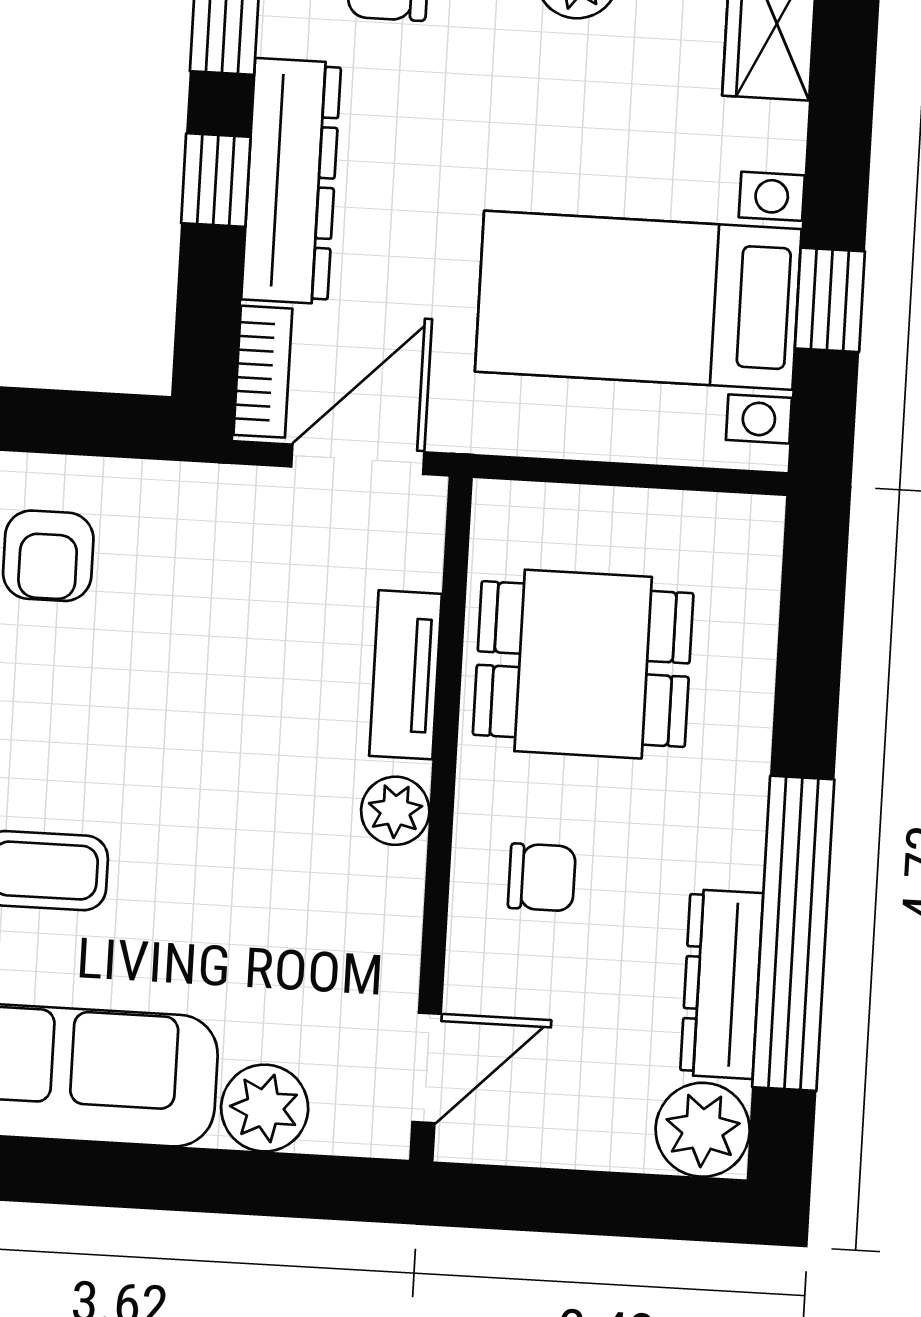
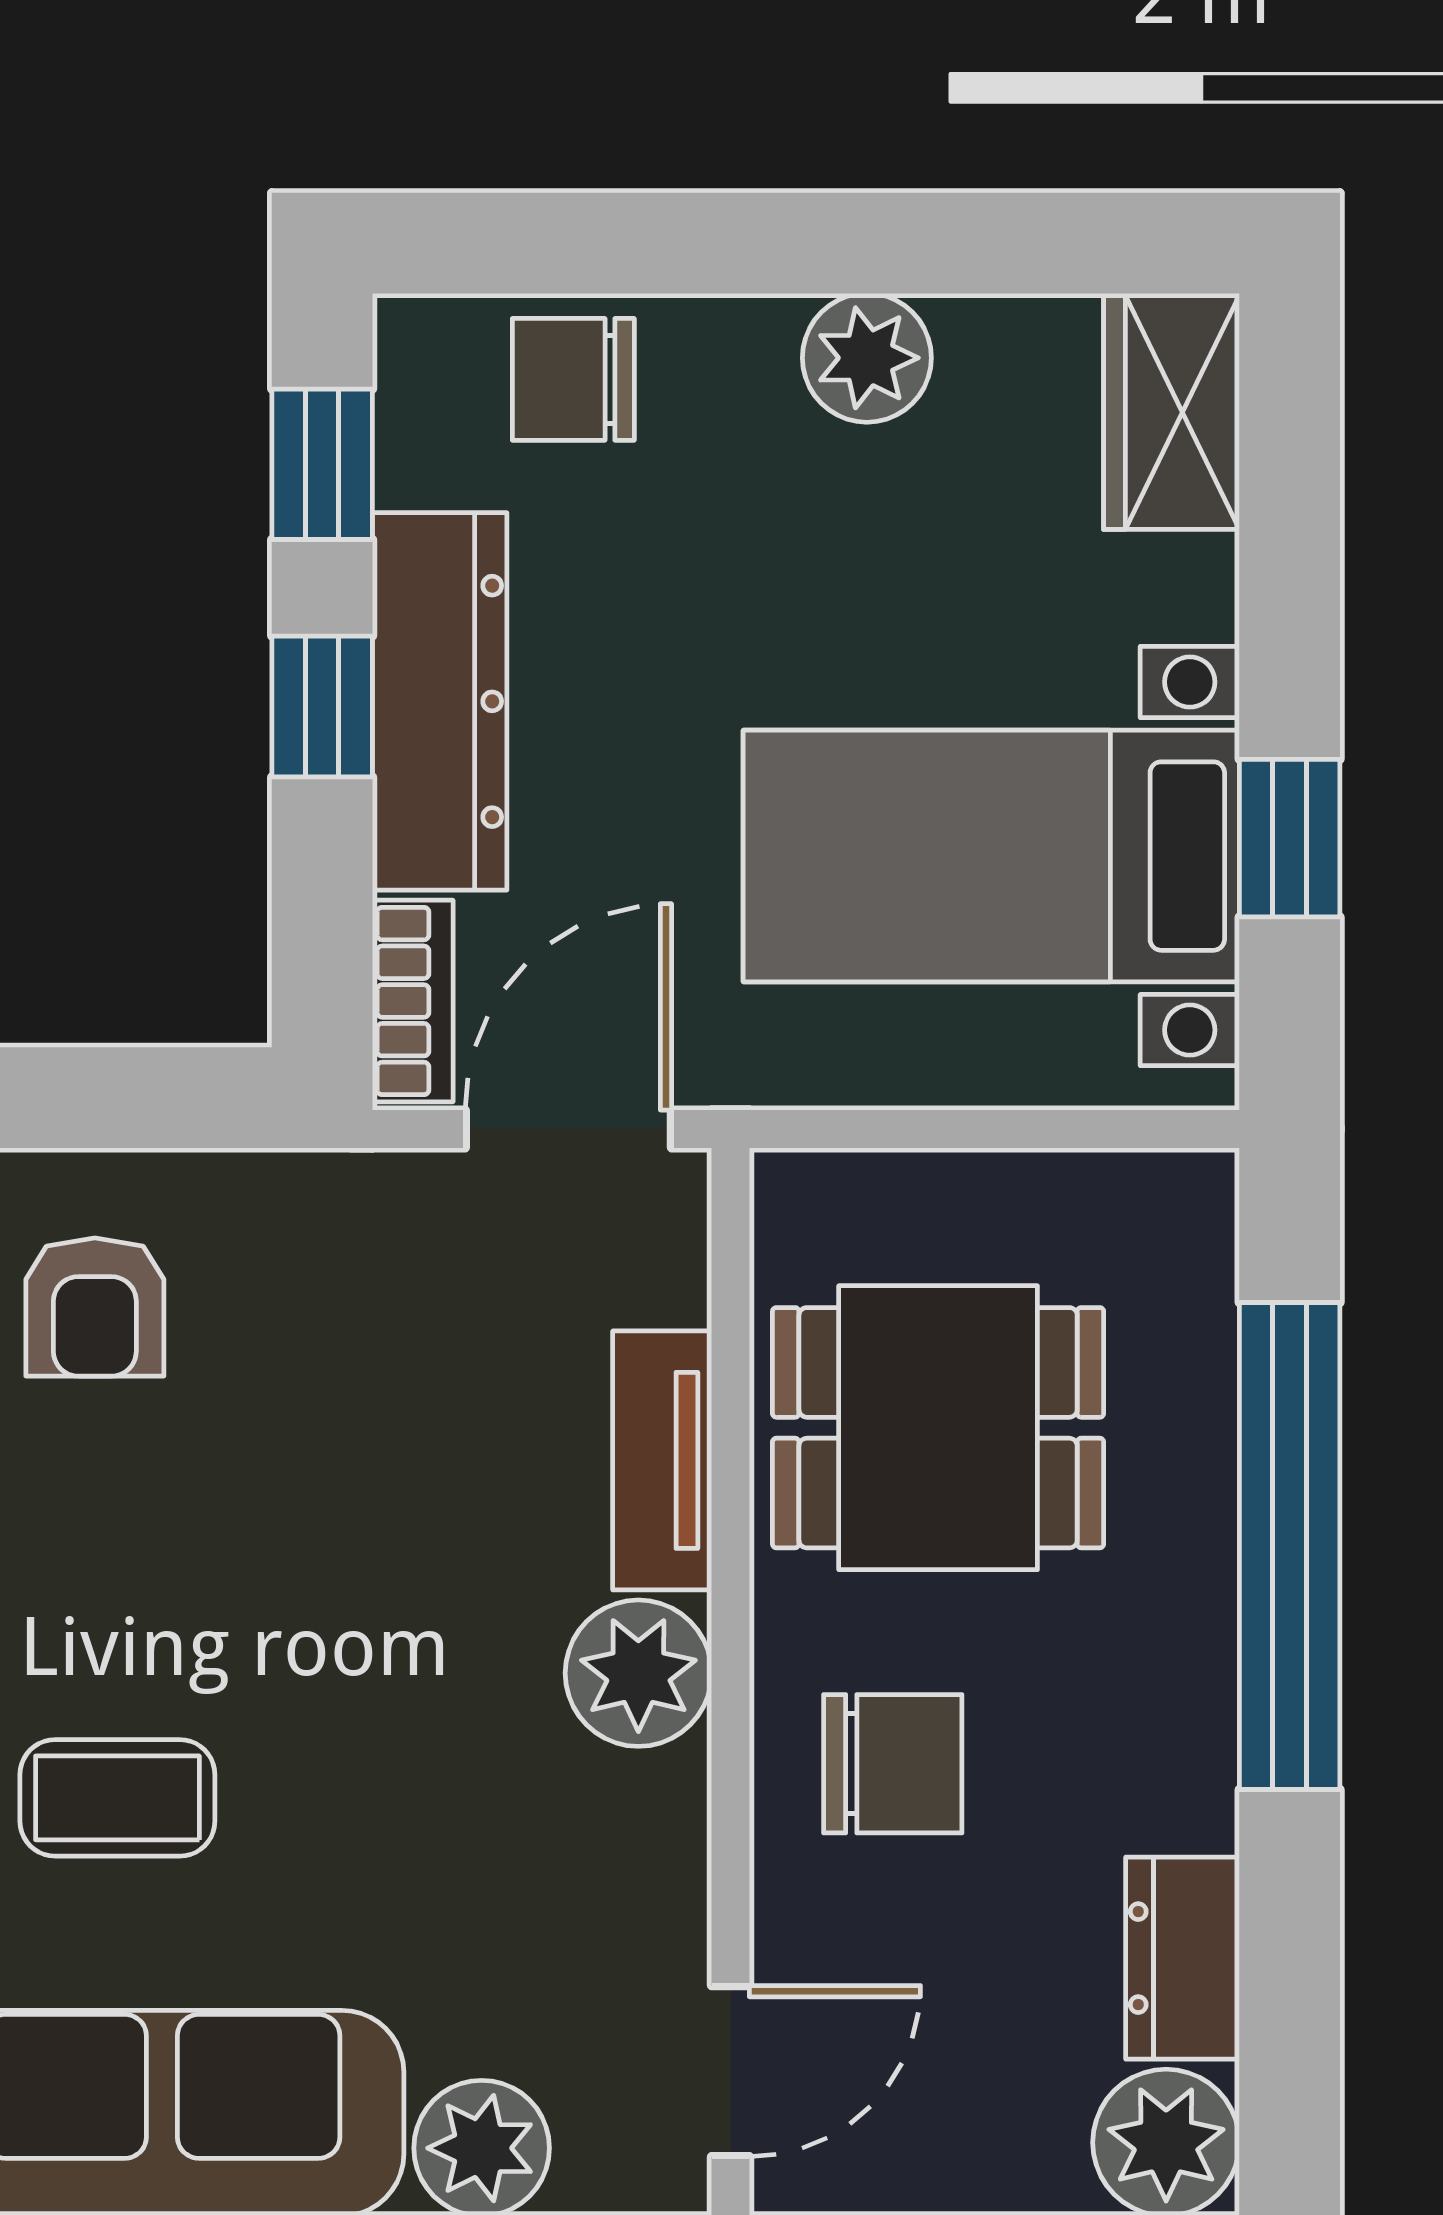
plant: (395, 811) -> (638, 1673), width x1.38, depth x1.38
chair: (542, 877) -> (893, 1764), width x1.37, depth x1.37
window: (793, 933) -> (1290, 1546), moved
dresser: (722, 984) -> (1183, 1958), width x0.70

